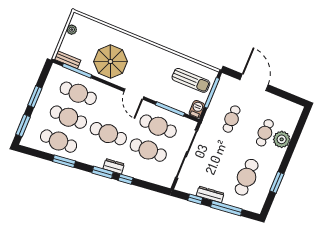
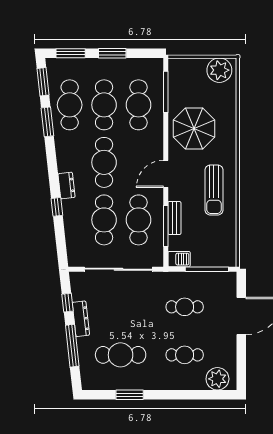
plant: (72, 30) -> (219, 70), width x1.88, depth x1.88
bench: (68, 60) -> (174, 218), moved
sun lounger: (191, 80) -> (214, 190), moved
plant: (282, 139) -> (217, 379), moved
window: (103, 172) -> (43, 82), moved

